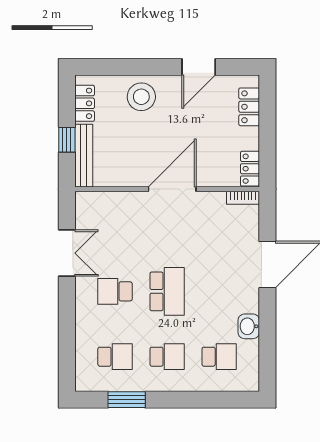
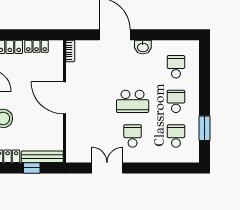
locker: (250, 169) -> (37, 46), moved
school desk: (115, 291) -> (133, 136), turned 180
school desk: (167, 291) -> (133, 101), turned 180
washbasin: (249, 326) -> (143, 47), moved

